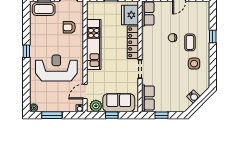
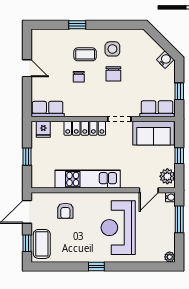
fridge: (130, 15) -> (43, 129), width x0.53, depth x0.75
chair: (175, 64) -> (113, 74), added
door: (85, 92) -> (149, 190), hinge flipped
water cooler: (194, 97) -> (165, 60), moved
sofa: (119, 103) -> (154, 133), moved, turned -90
window: (52, 115) -> (179, 219), moved

